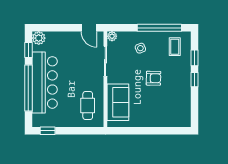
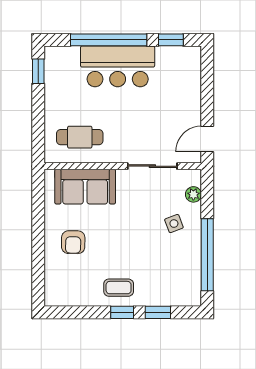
plant: (112, 36) -> (193, 194), moved
plant: (39, 38) -> (190, 57), removed
coffee table: (175, 47) -> (119, 288), moved
armchair: (153, 78) -> (73, 242), moved
bar counter: (45, 82) -> (118, 66), width x0.73

